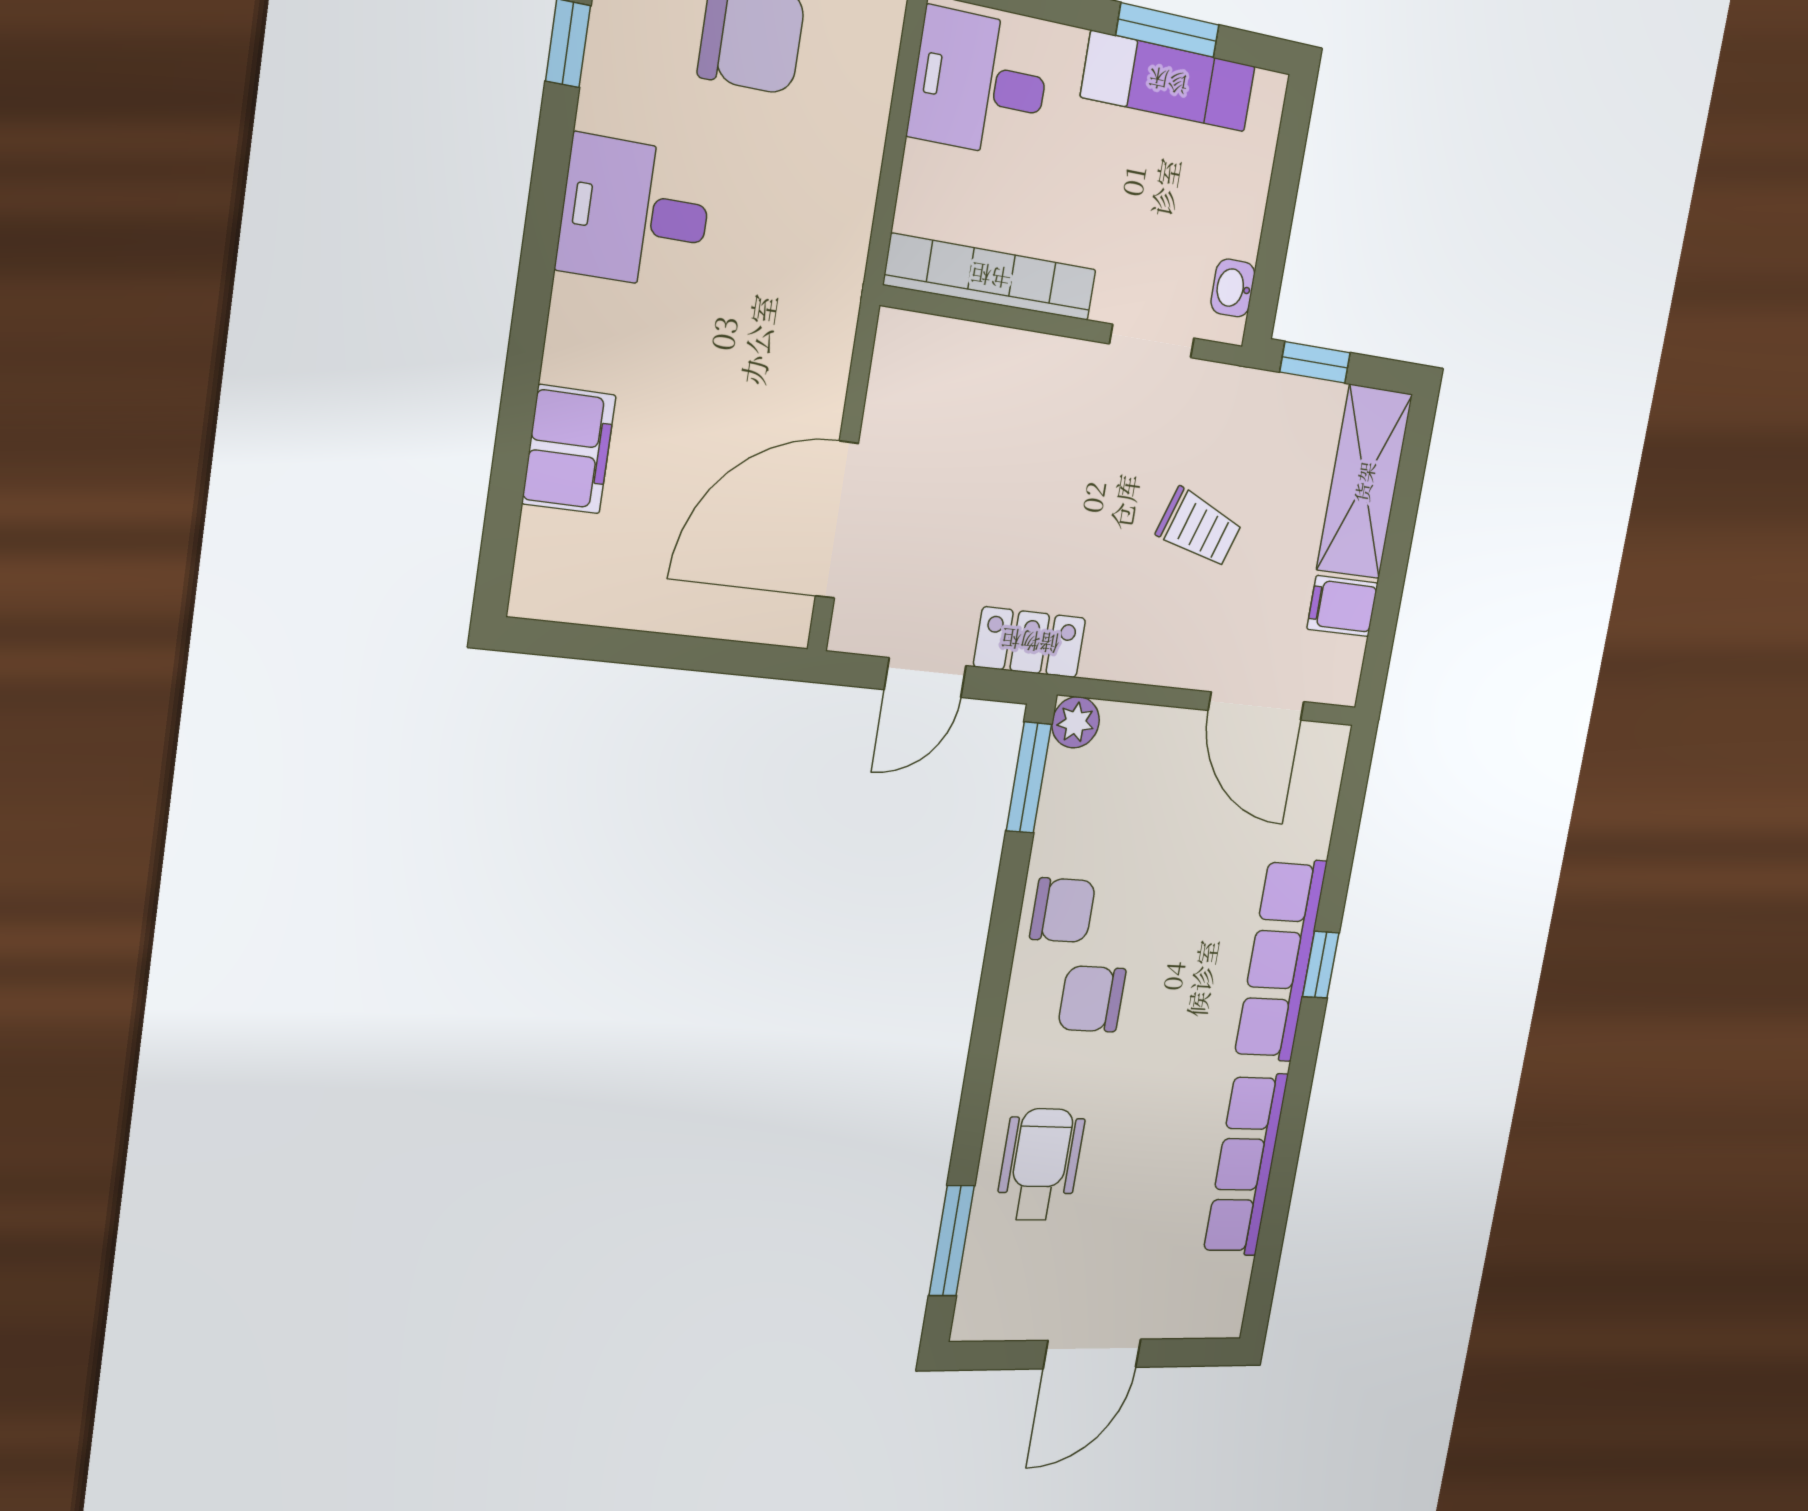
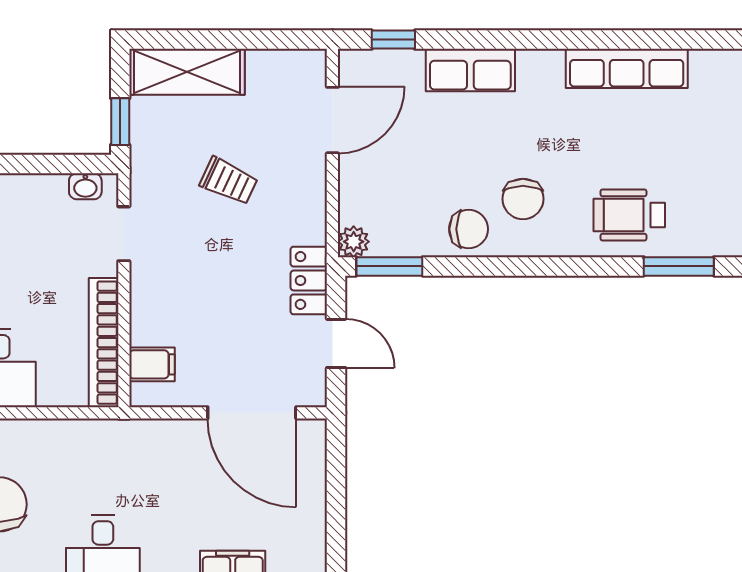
trolley: (1199, 528) -> (229, 181), turned 96
filing cabinet: (1343, 606) -> (152, 364), moved, turned -90
chair: (1063, 910) -> (469, 229), turned 90
row of seats: (1280, 960) -> (470, 70), width x0.68
window: (1321, 965) -> (393, 40), moved

